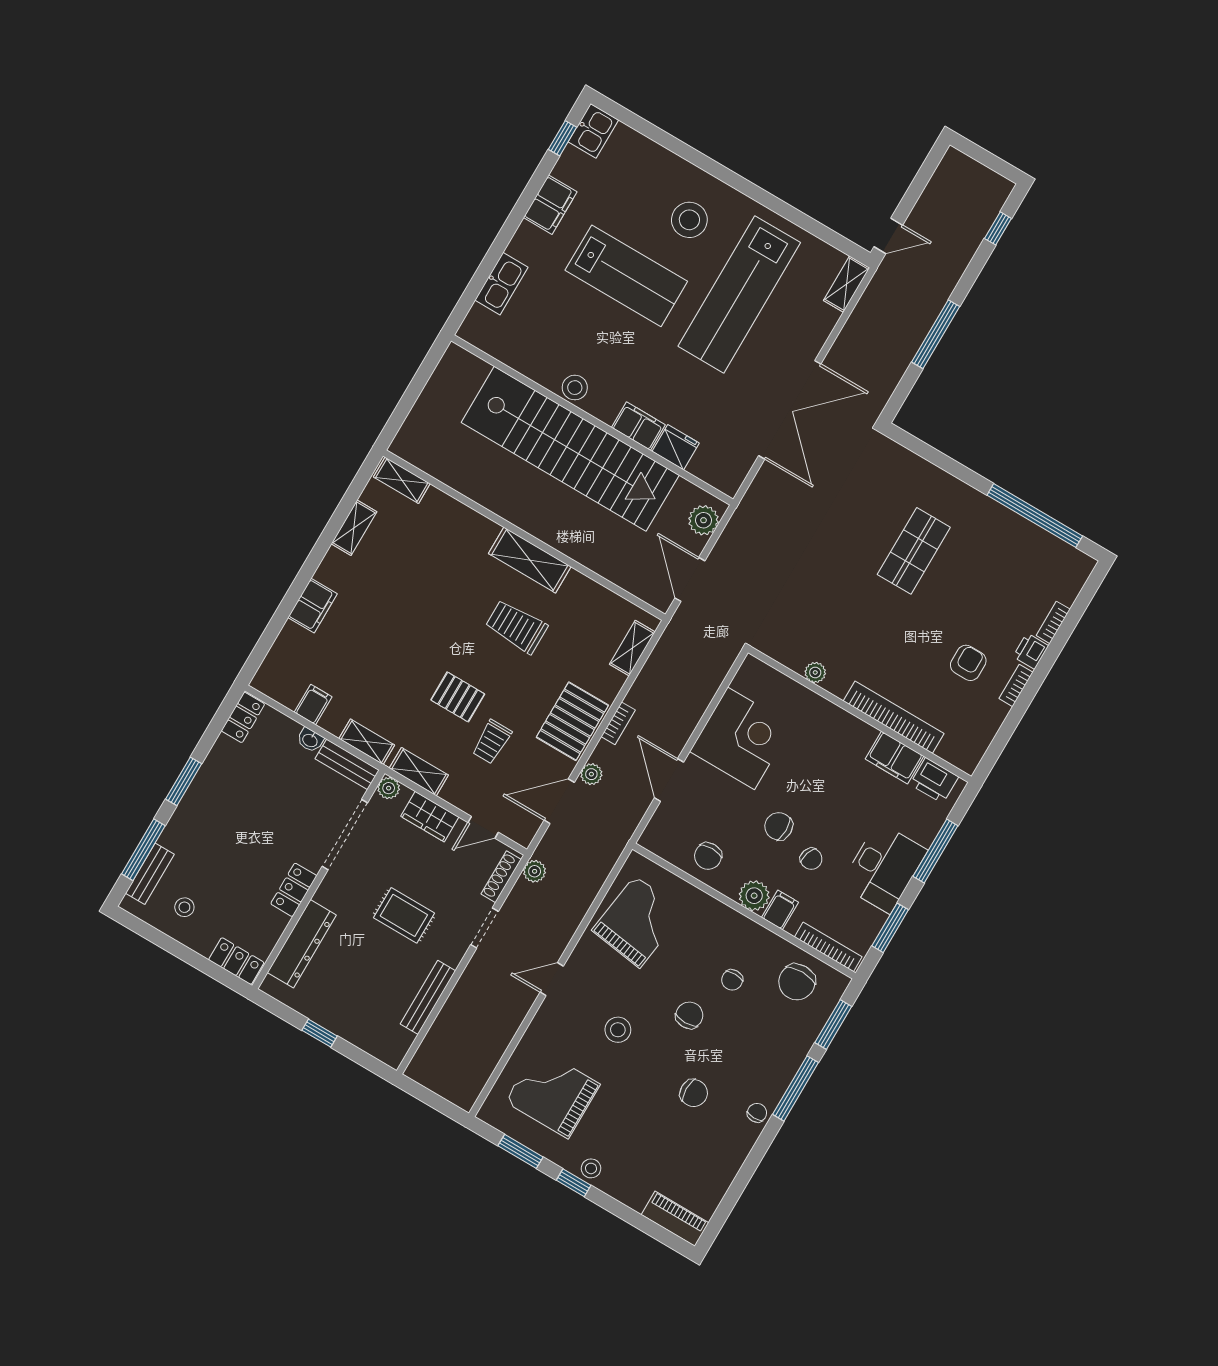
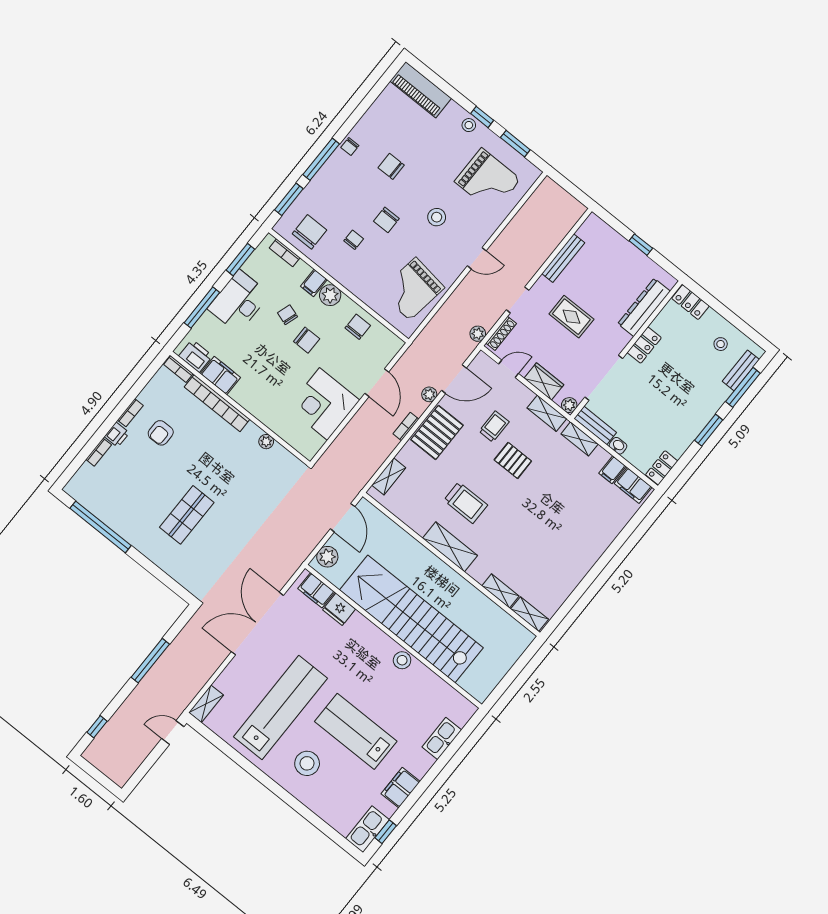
kitchen sink: (593, 131) -> (367, 829), width x1.38
filing cabinet: (638, 426) -> (316, 590), moved
shelving: (354, 528) -> (500, 591), moved, turned 90
filing cabinet: (313, 606) -> (633, 485), moved, turned -90
bookcase: (956, 758) -> (178, 369), added
bookcase: (828, 947) -> (285, 253), width x0.64
piano: (675, 1219) -> (421, 90), width x1.37, depth x1.33

